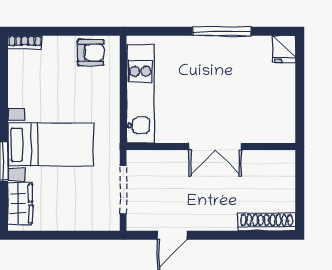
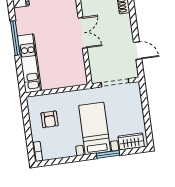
armchair: (91, 52) -> (50, 119), moved, turned 180
kitchen unit: (140, 94) -> (30, 63), moved, turned 90

